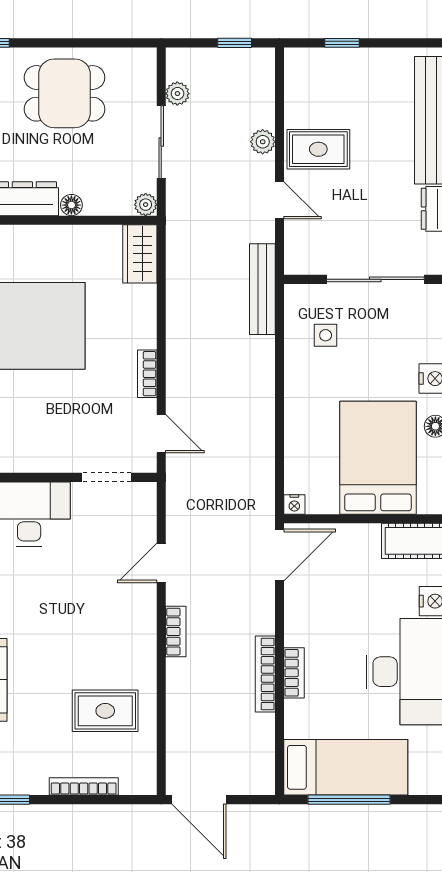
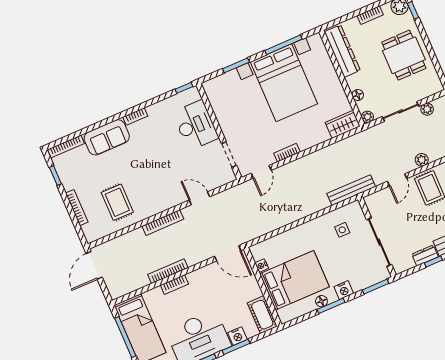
floor lamp: (71, 205) -> (358, 95), moved
nightstand: (294, 504) -> (262, 266), moved
bookcase: (176, 632) -> (163, 223), width x1.56

